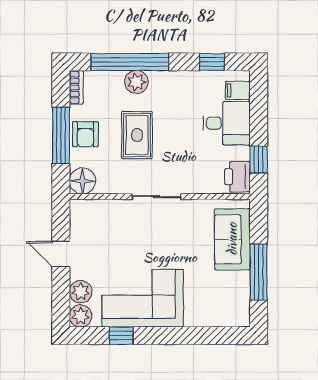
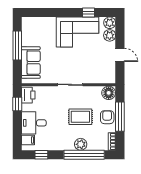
rug: (137, 135) -> (80, 117), turned 90

